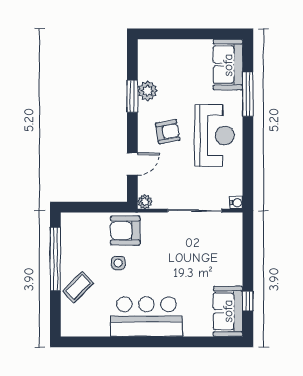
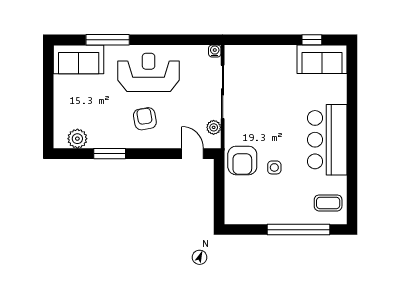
plant: (147, 91) -> (77, 139), moved
door: (132, 164) -> (193, 154), moved
plant: (145, 202) -> (214, 127), moved
window: (55, 259) -> (299, 230), moved
coffee table: (78, 287) -> (328, 203), moved, turned -45

